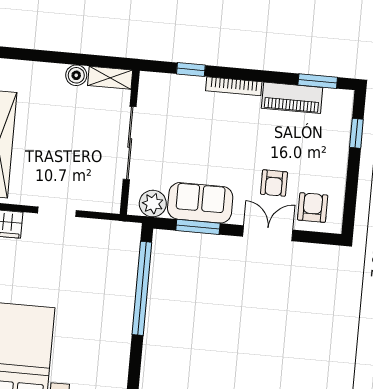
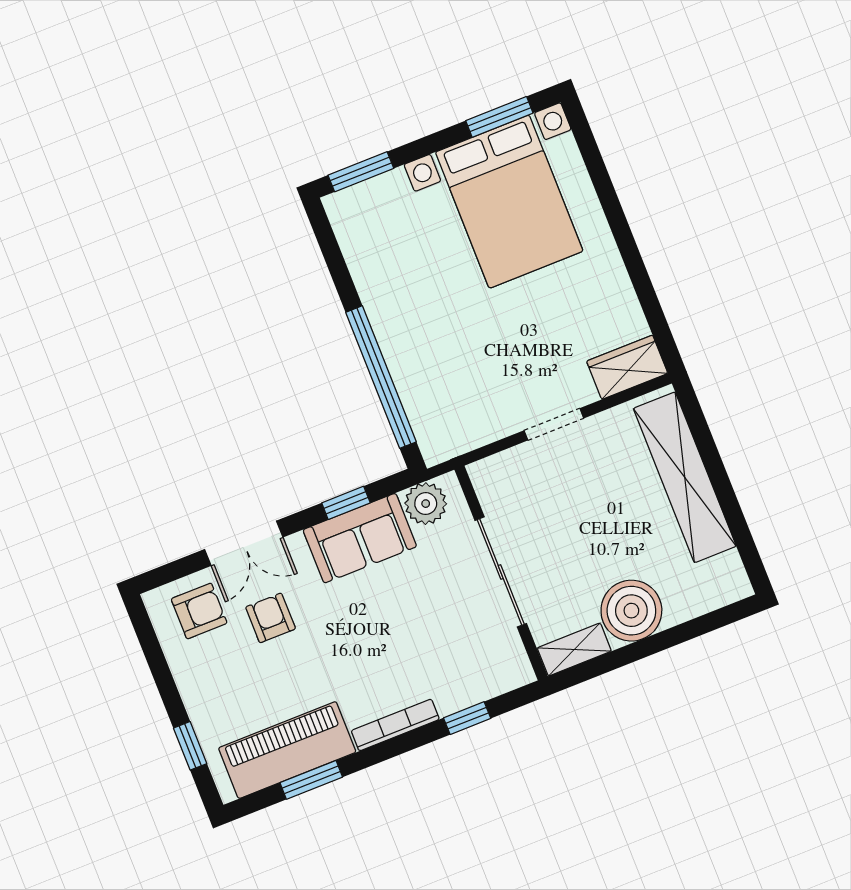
boiler: (76, 75) -> (631, 611), width x1.86, depth x1.86
window: (318, 81) -> (311, 780), moved
piano: (292, 98) -> (287, 750), width x1.37, depth x1.33
armchair: (313, 208) -> (199, 611), turned -90
window: (198, 227) -> (346, 503), width x0.67

